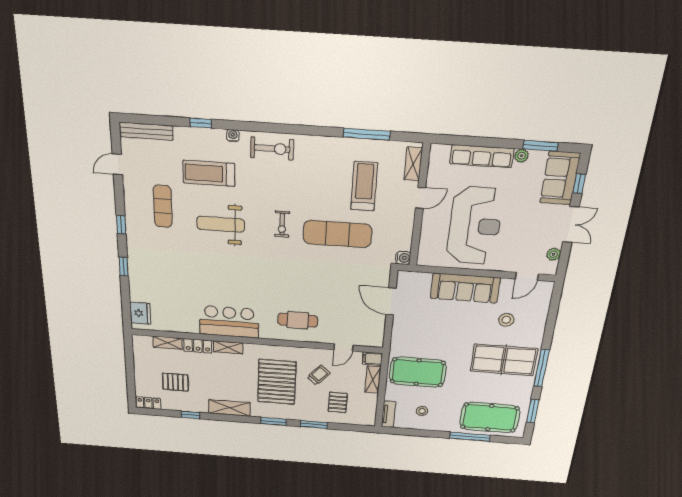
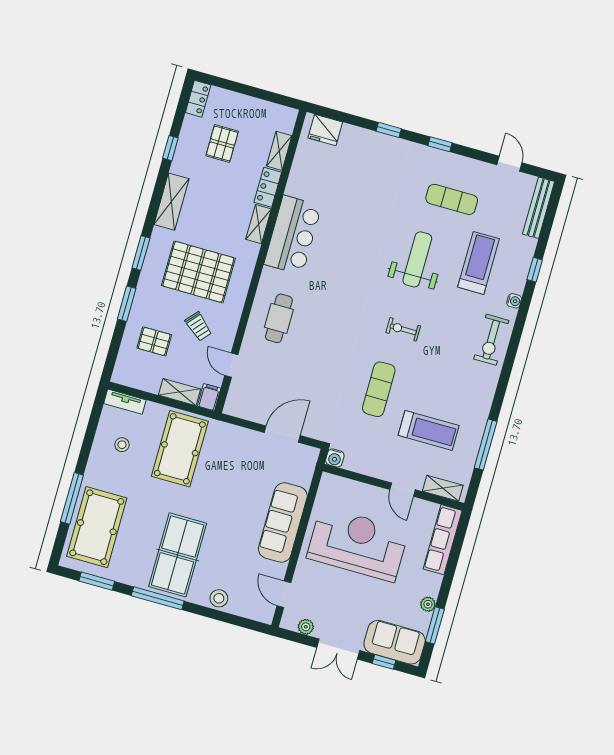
row of seats: (482, 156) -> (443, 540), moved
reception desk: (475, 226) -> (358, 544), turned 180
exercise mat: (337, 234) -> (379, 389), width x0.73, depth x0.69
stool: (506, 320) -> (219, 598), moved

